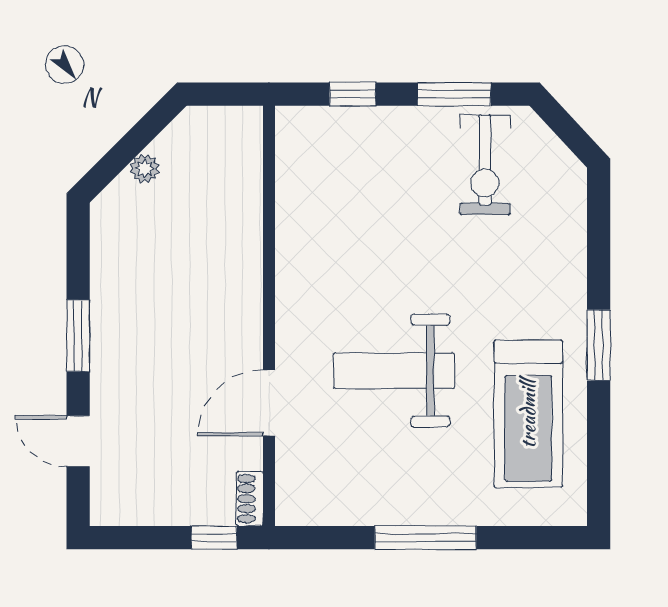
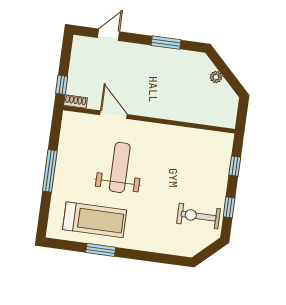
window: (454, 94) -> (229, 207), width x0.67
window: (78, 336) -> (166, 43), moved
window: (599, 345) -> (101, 250), moved
treadmill: (528, 414) -> (95, 220), turned 180

